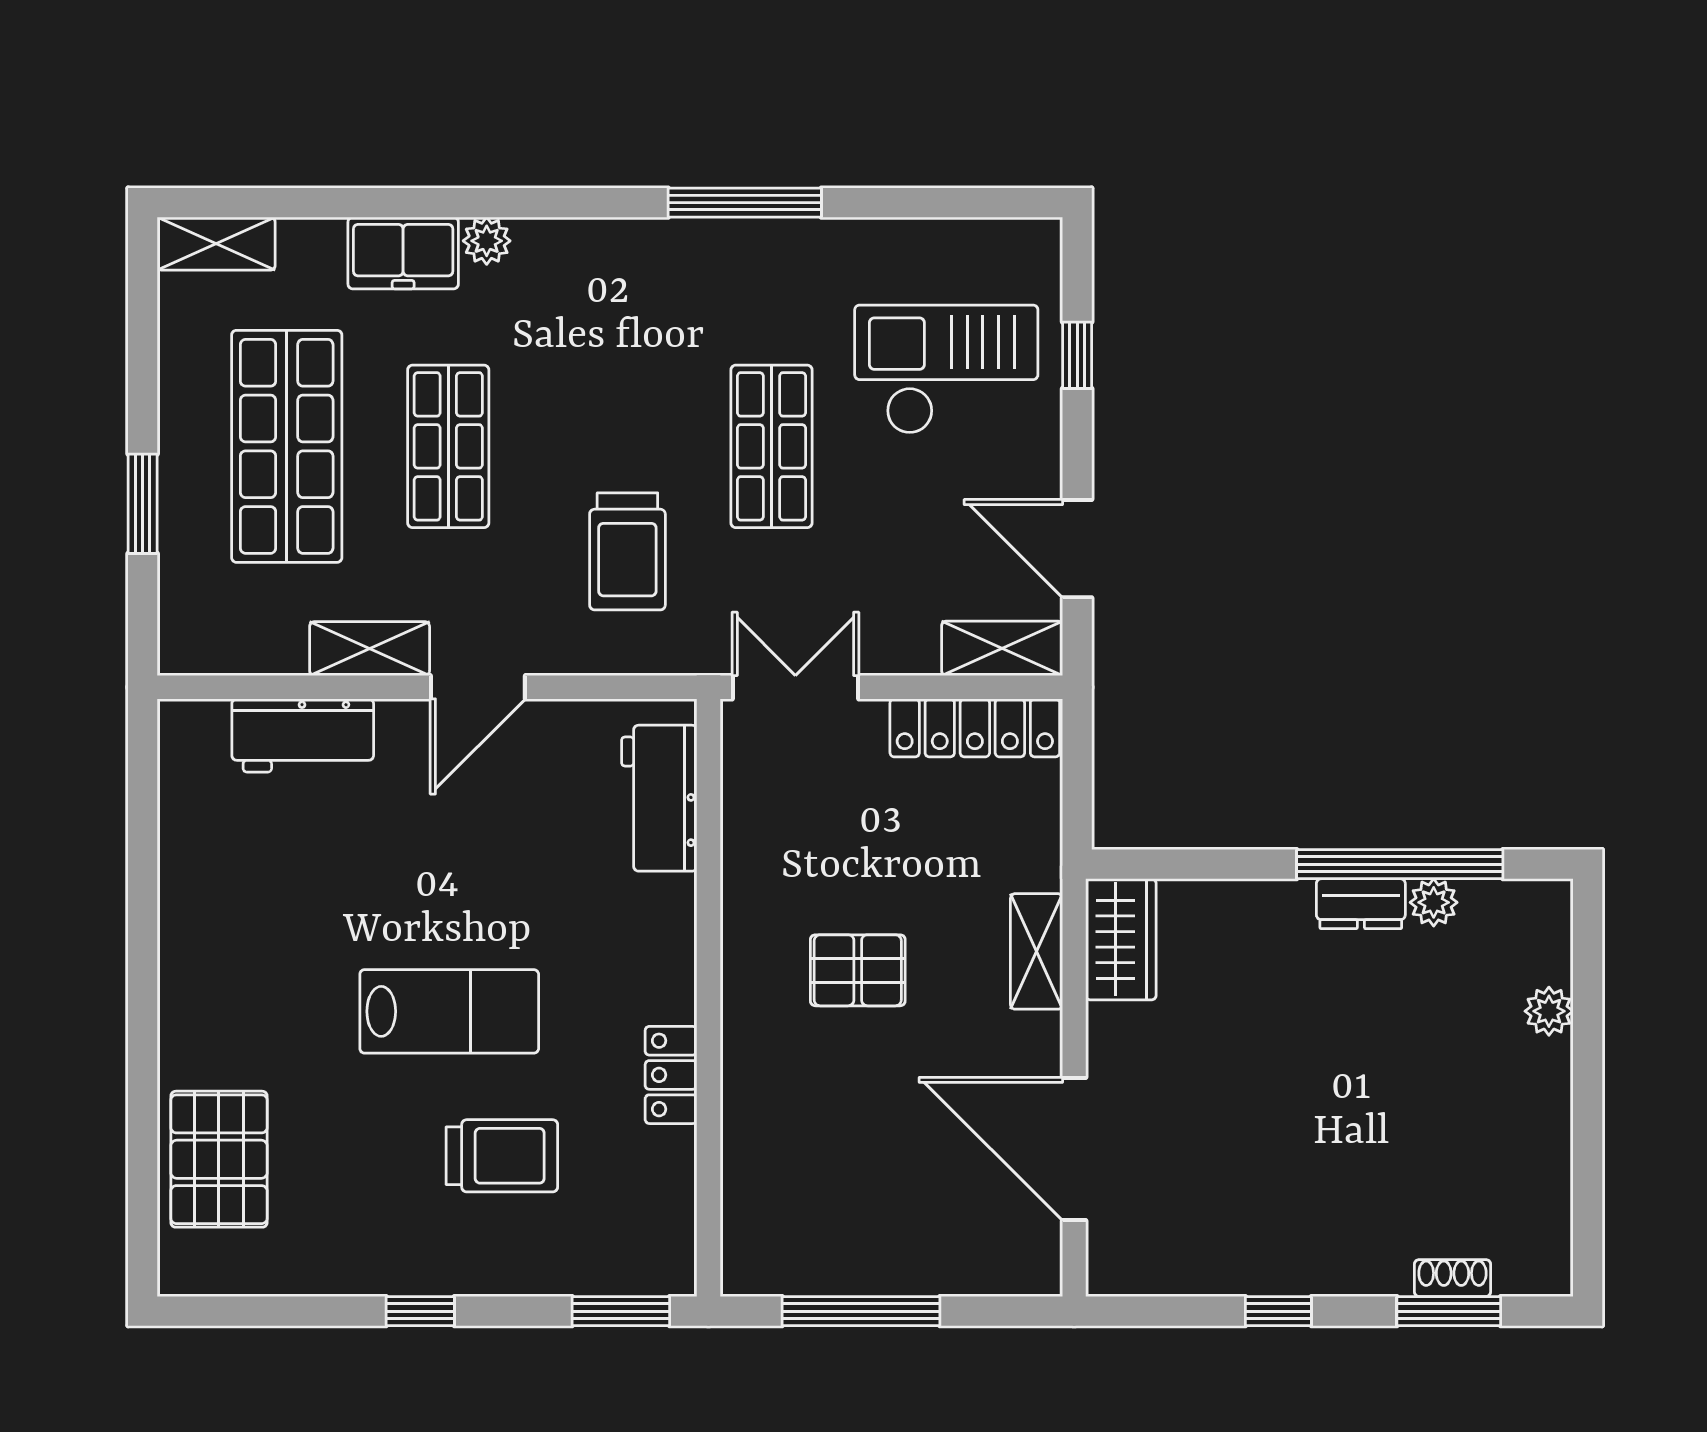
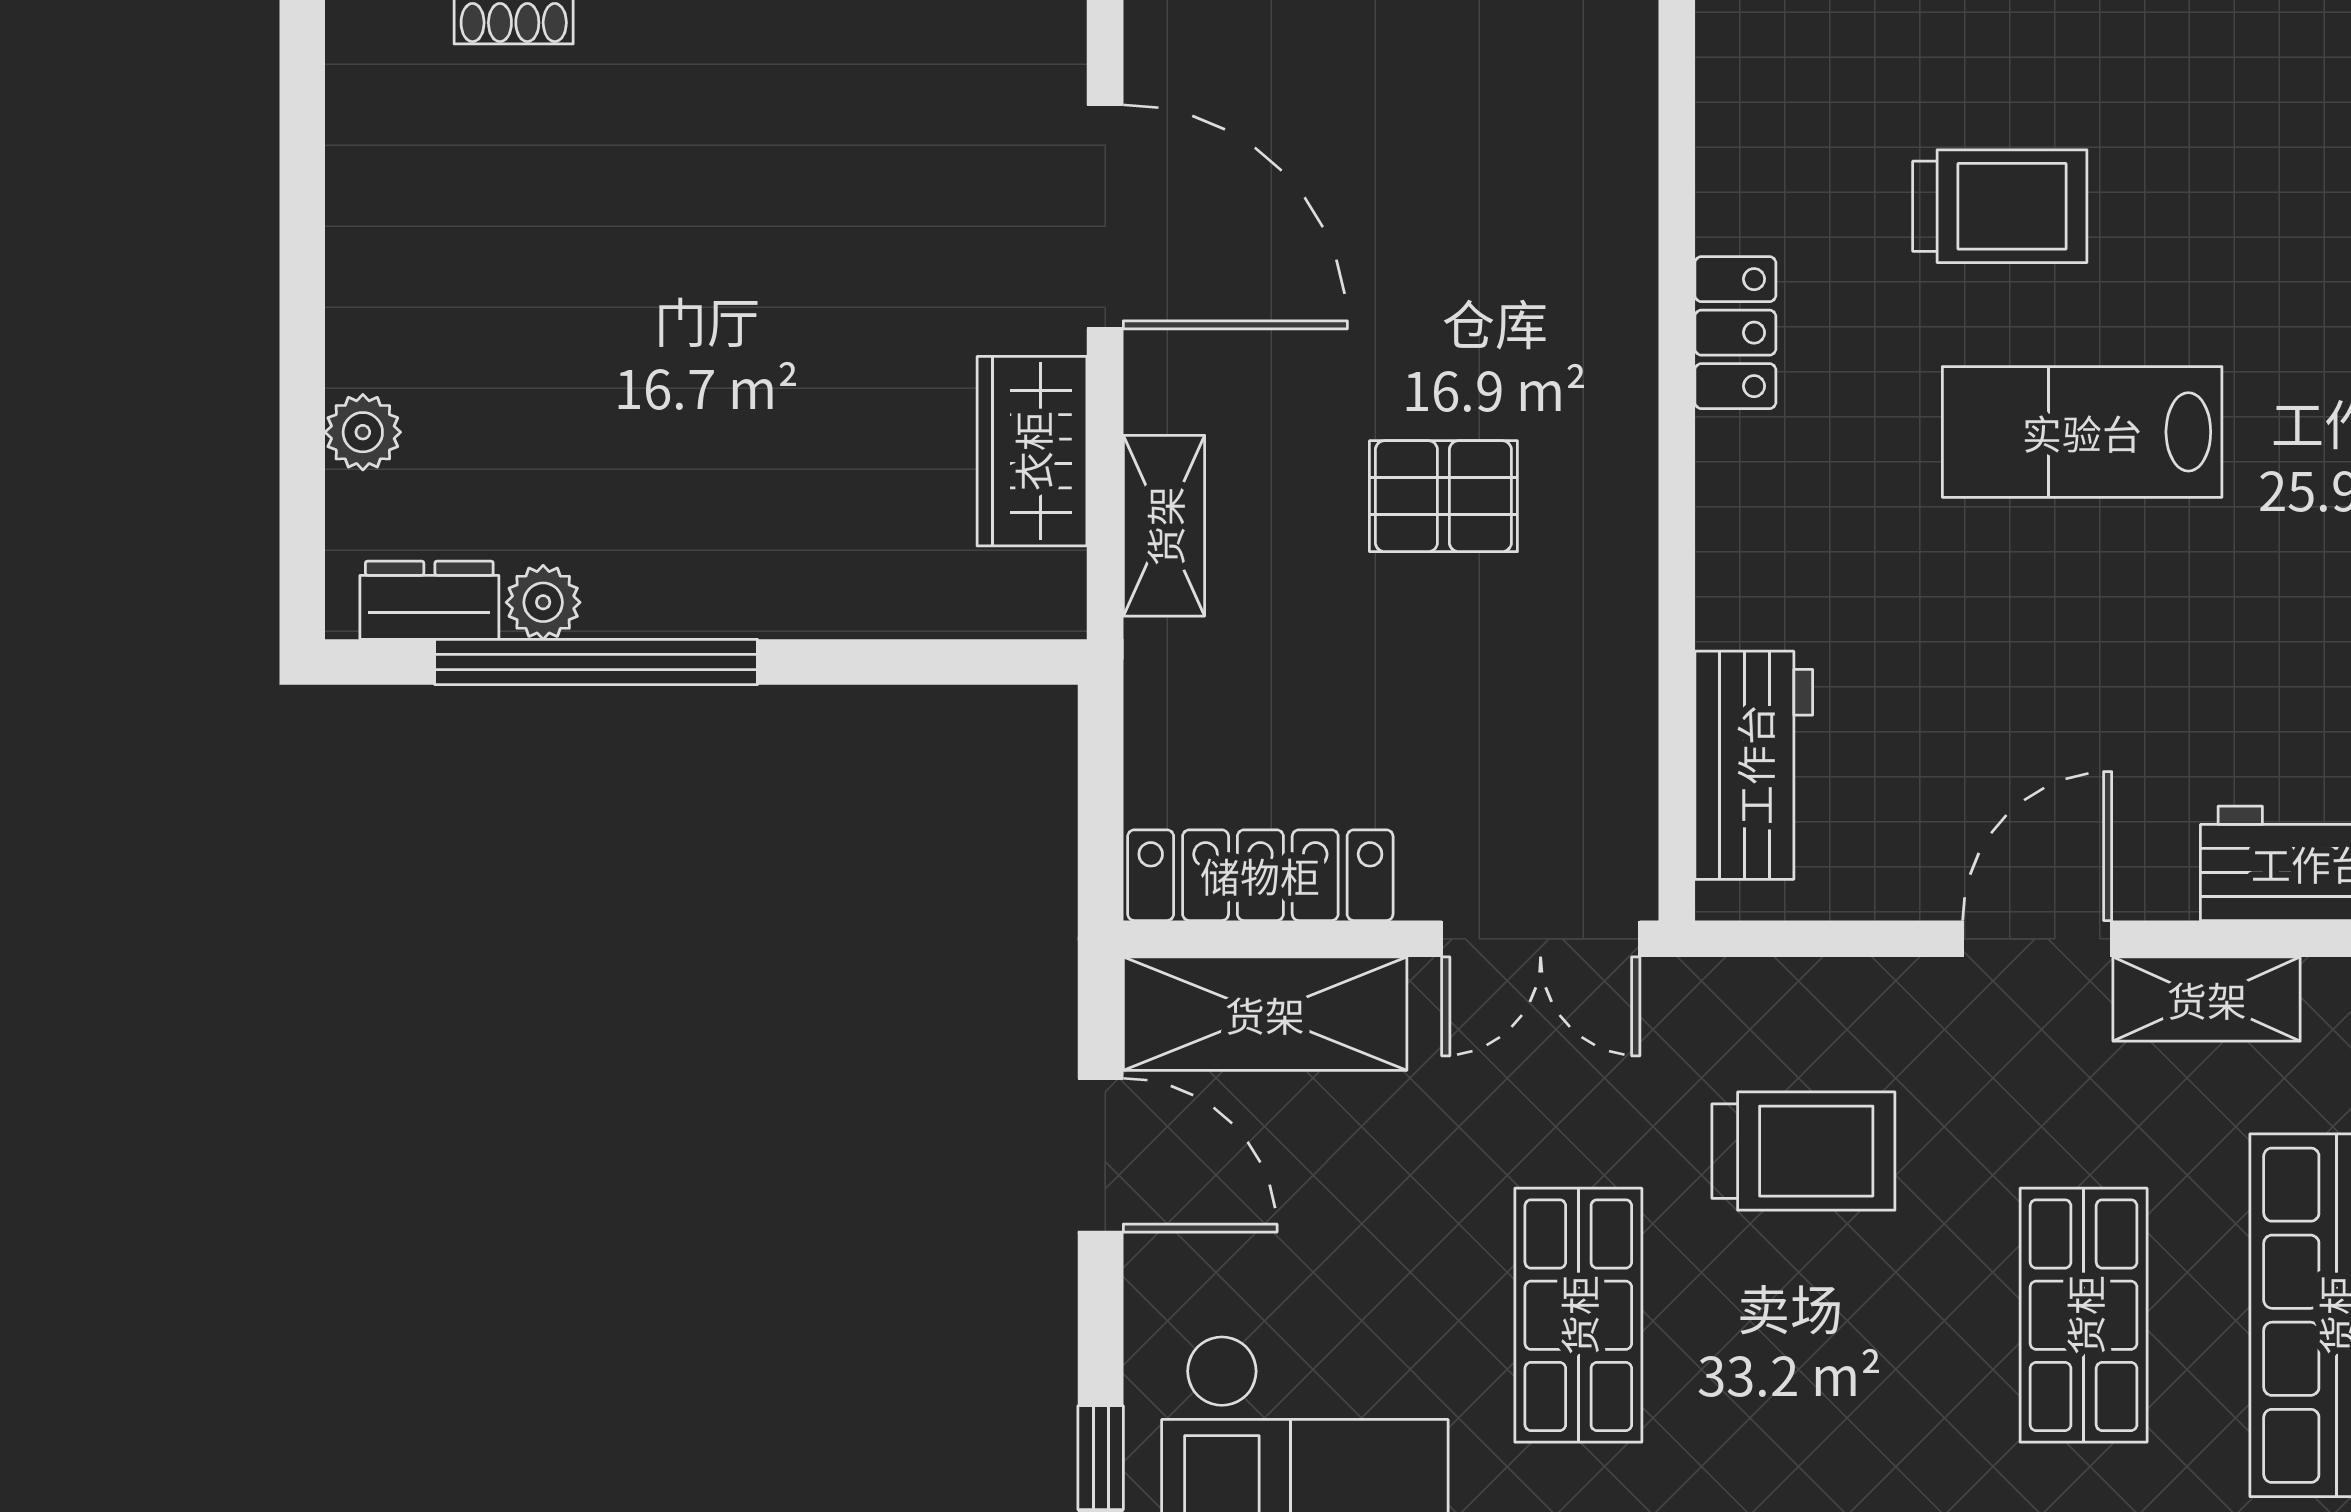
trolley: (627, 551) -> (1803, 1151), turned 90
shelving: (1002, 648) -> (1265, 1014), width x1.50, depth x1.33
dresser: (1361, 904) -> (429, 600), moved
wardrobe: (1121, 939) -> (1032, 451), moved
trolley: (502, 1156) -> (2000, 206), turned 180

